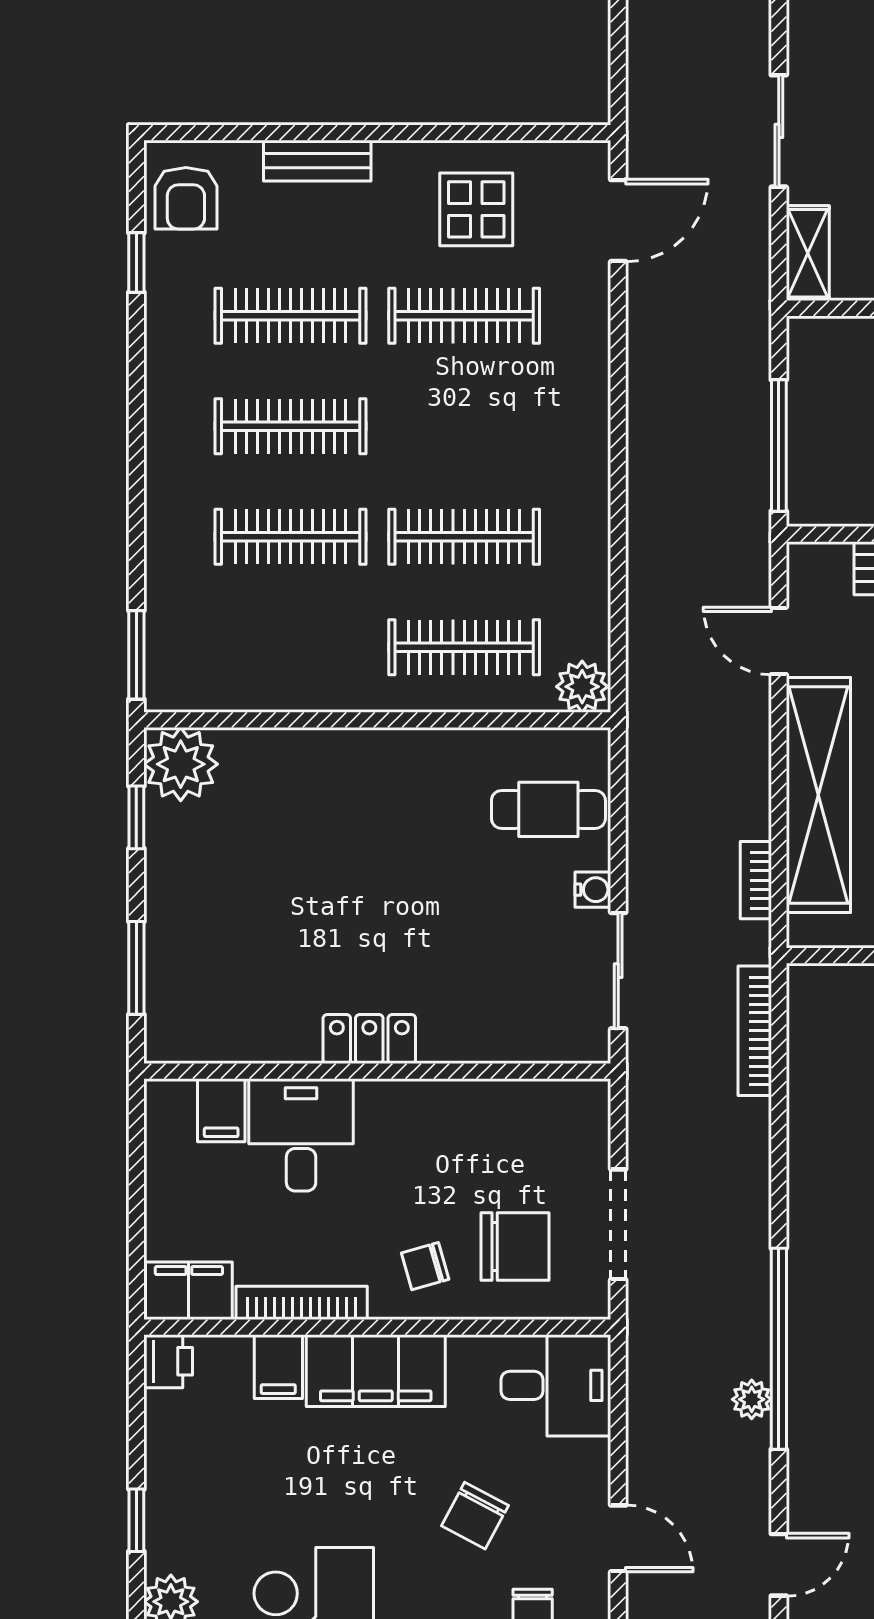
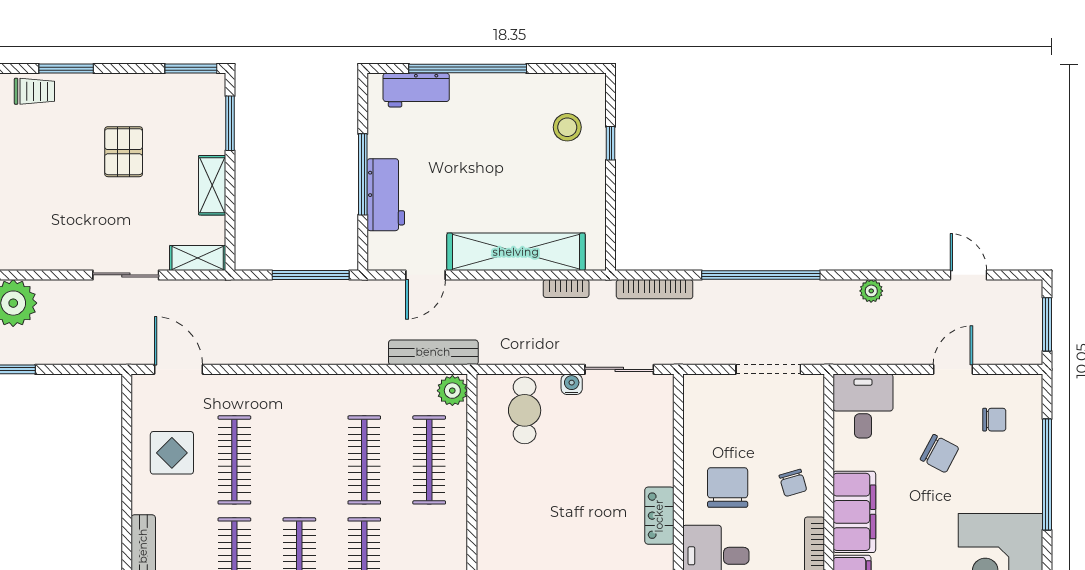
bench: (647, 654) -> (433, 352), added
chair: (515, 1246) -> (728, 488), moved
window: (779, 1349) -> (761, 275), moved

